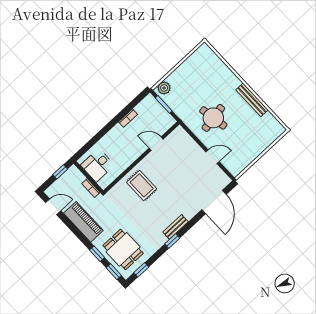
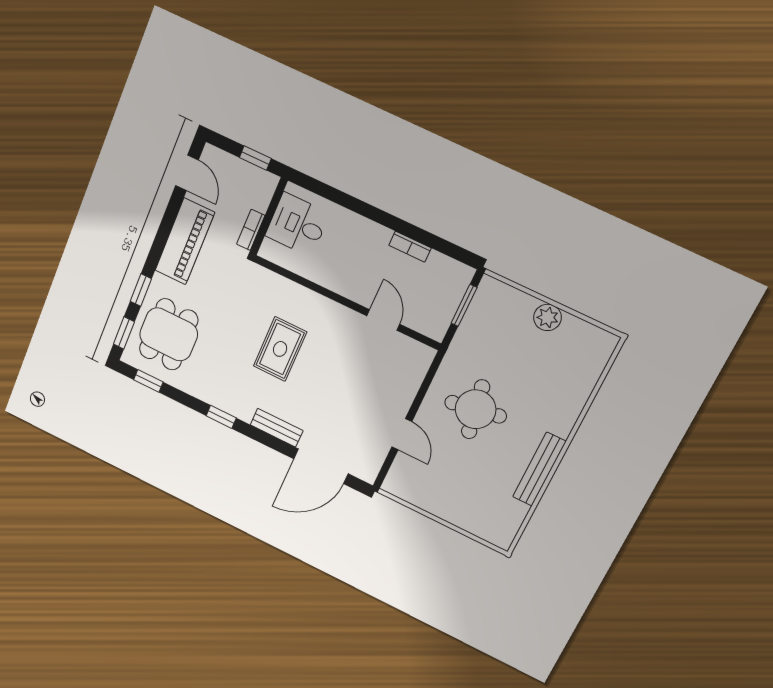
plant: (164, 88) -> (547, 317), moved
rug: (142, 185) -> (280, 349), moved
bench: (175, 227) -> (277, 428), moved

